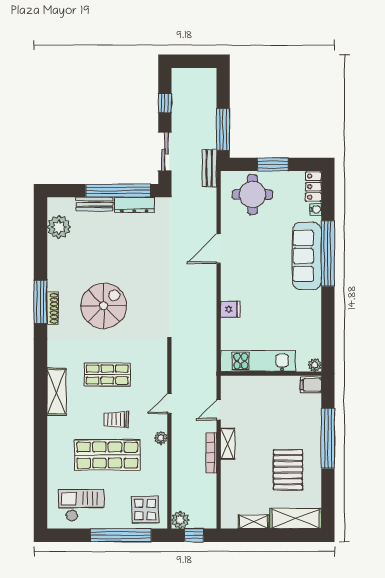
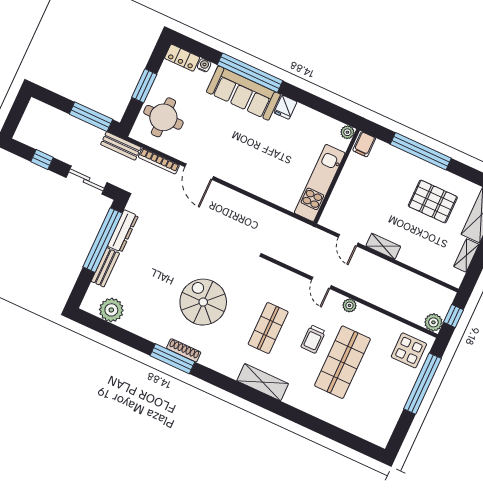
fridge: (230, 309) -> (285, 107), moved, turned 180
bookcase: (211, 453) -> (159, 161), moved
checkout: (81, 505) -> (378, 408), removed

